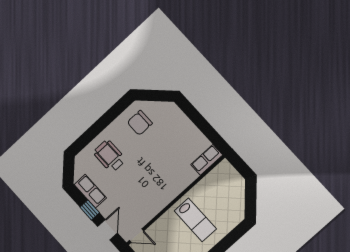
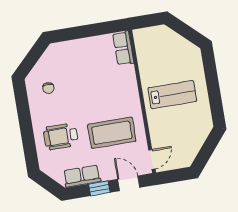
chair: (140, 123) -> (48, 88), width x0.54, depth x0.54
coffee table: (137, 193) -> (112, 133), added

